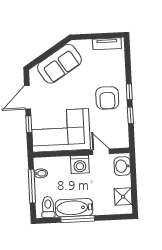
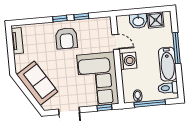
armchair: (107, 98) -> (66, 38), turned 90
window: (29, 124) -> (104, 108), moved
door: (101, 152) -> (116, 42), swing flipped
washbasin: (122, 166) -> (138, 21), moved
window: (78, 219) -> (177, 48), moved

